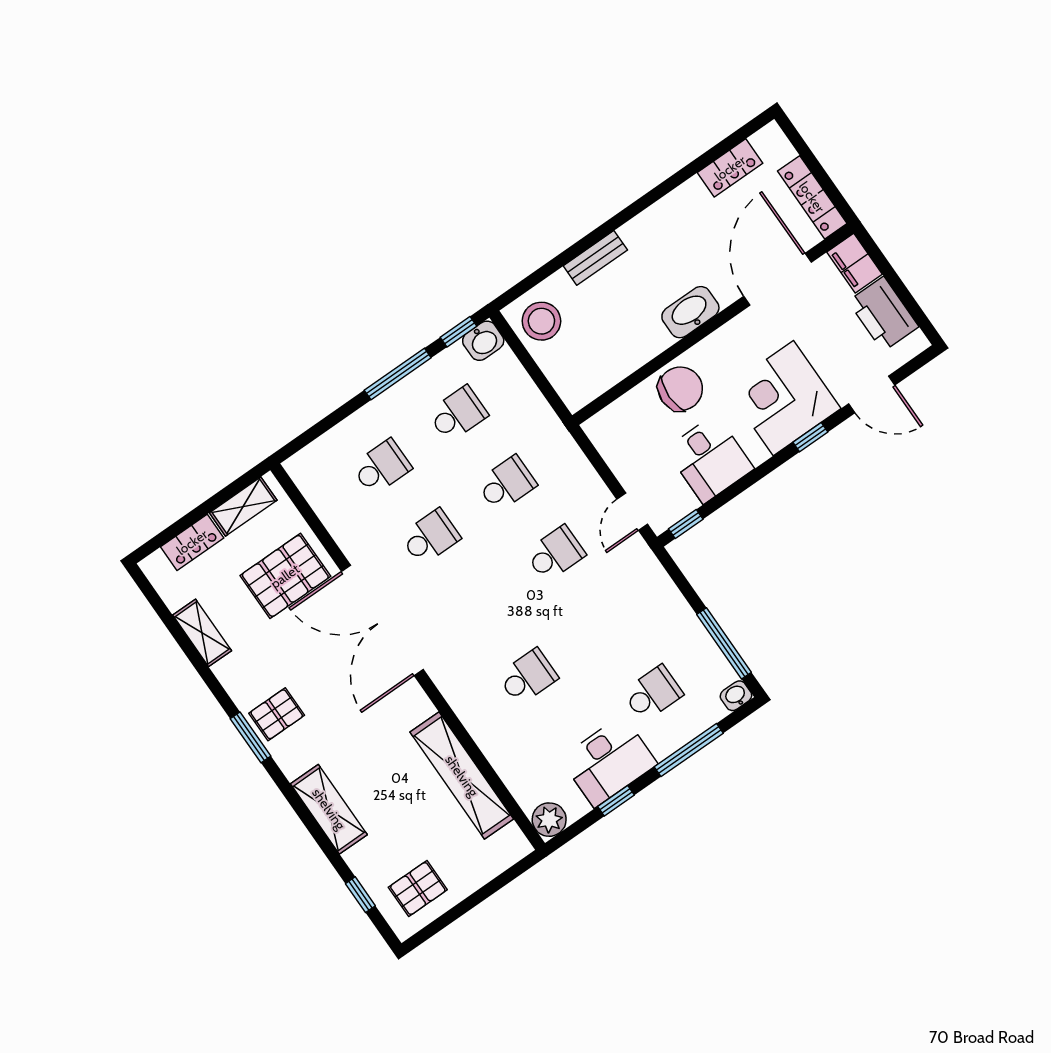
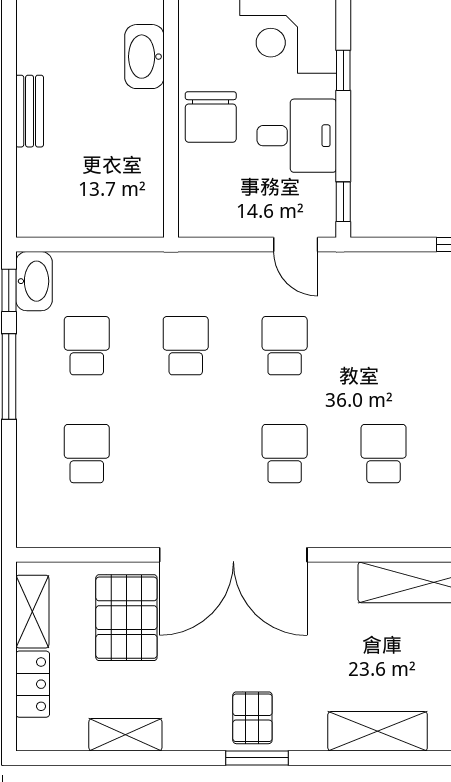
stool: (541, 321) -> (54, 204), removed
washbasin: (483, 341) -> (34, 281), width x1.38
chair: (680, 389) -> (211, 117), turned 180
window: (810, 437) -> (343, 70), moved
school desk: (430, 537) -> (285, 454), moved

